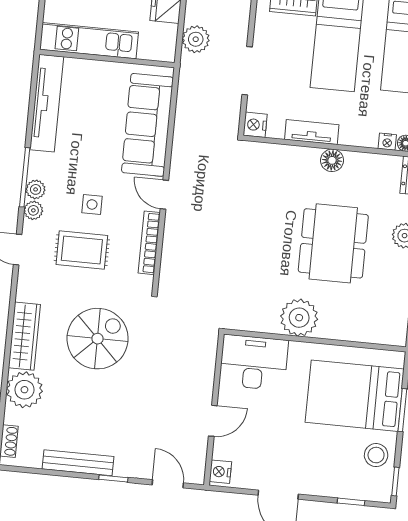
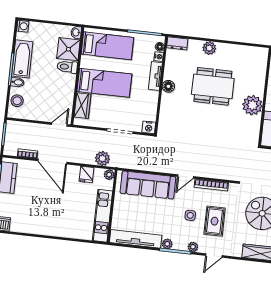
plant: (166, 52) -> (109, 175), added
tv unit: (312, 132) -> (155, 76), moved
plant: (36, 189) -> (167, 244), moved

